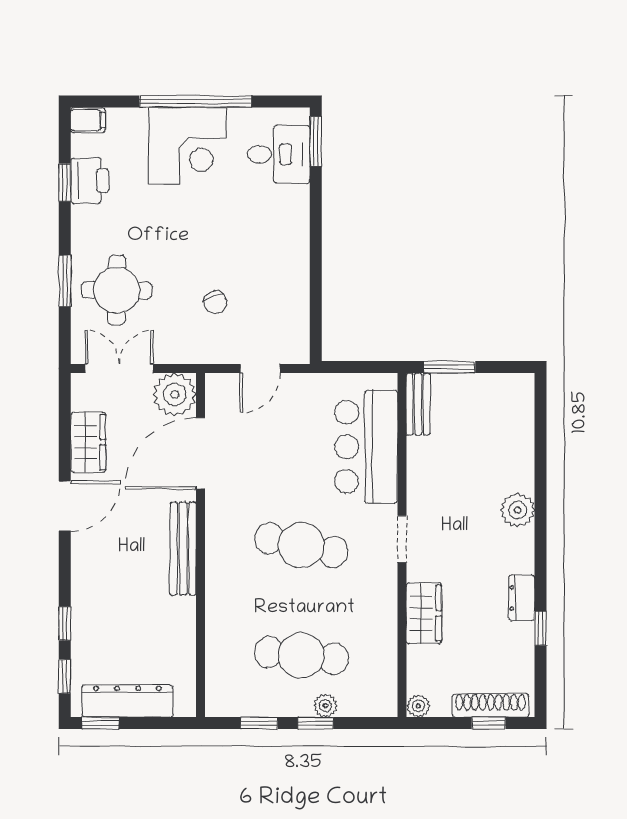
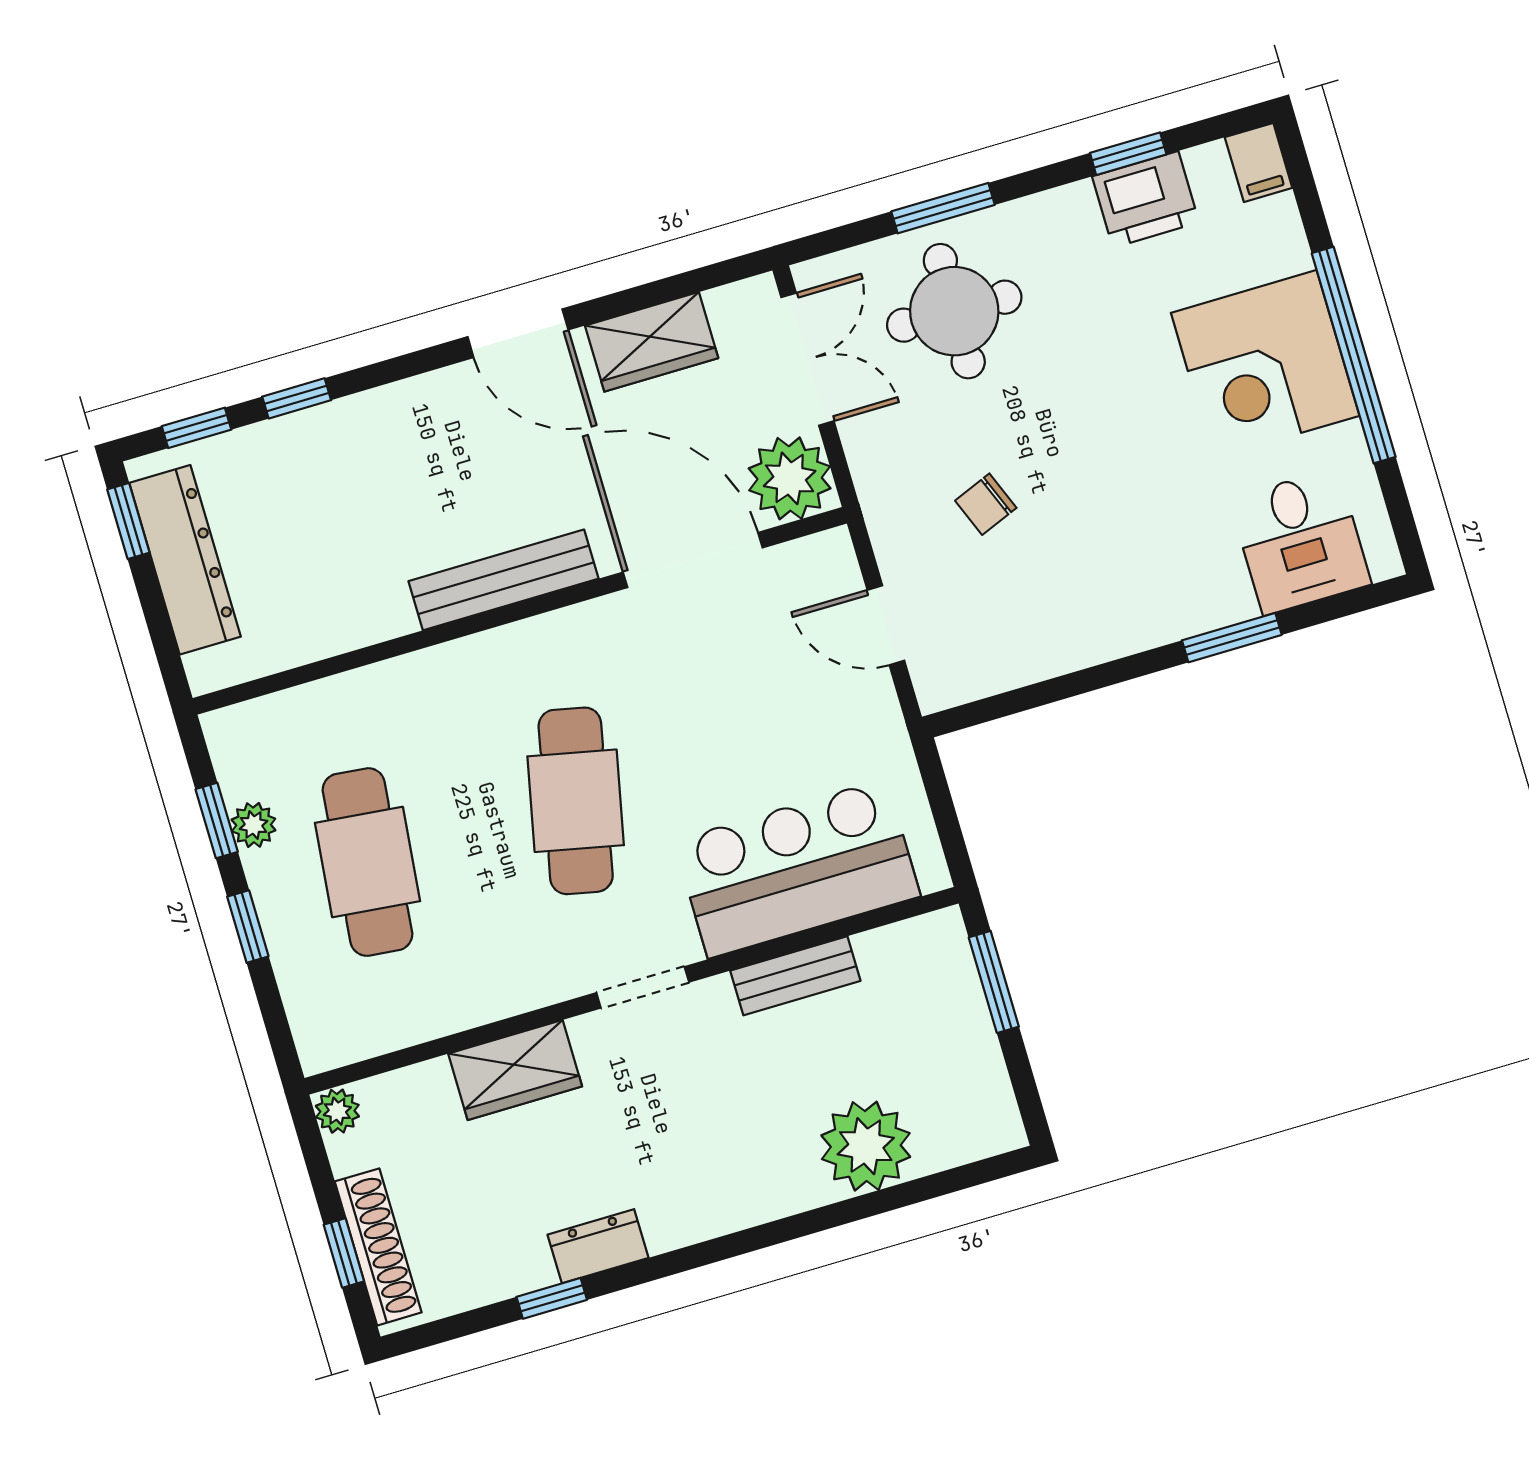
window: (316, 141) -> (1232, 638), moved
bench: (418, 404) -> (795, 976), moved
plant: (518, 510) -> (866, 1146), moved, width x1.36, depth x1.36
plant: (325, 706) -> (254, 825), moved

